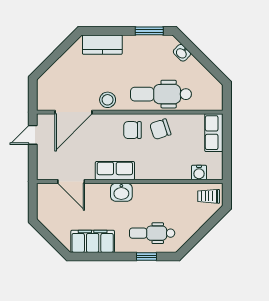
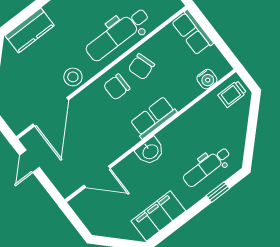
row of seats: (115, 171) -> (153, 118), moved

